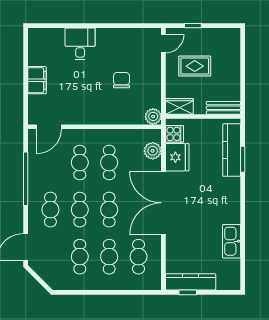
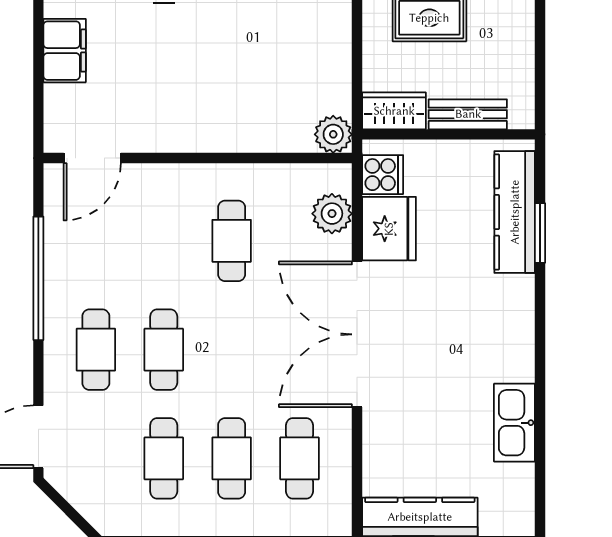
chair: (121, 80) -> (260, 50), removed
bench: (223, 108) -> (468, 114), moved
cafe table: (80, 163) -> (164, 241), removed
cafe table: (109, 210) -> (232, 350), removed

